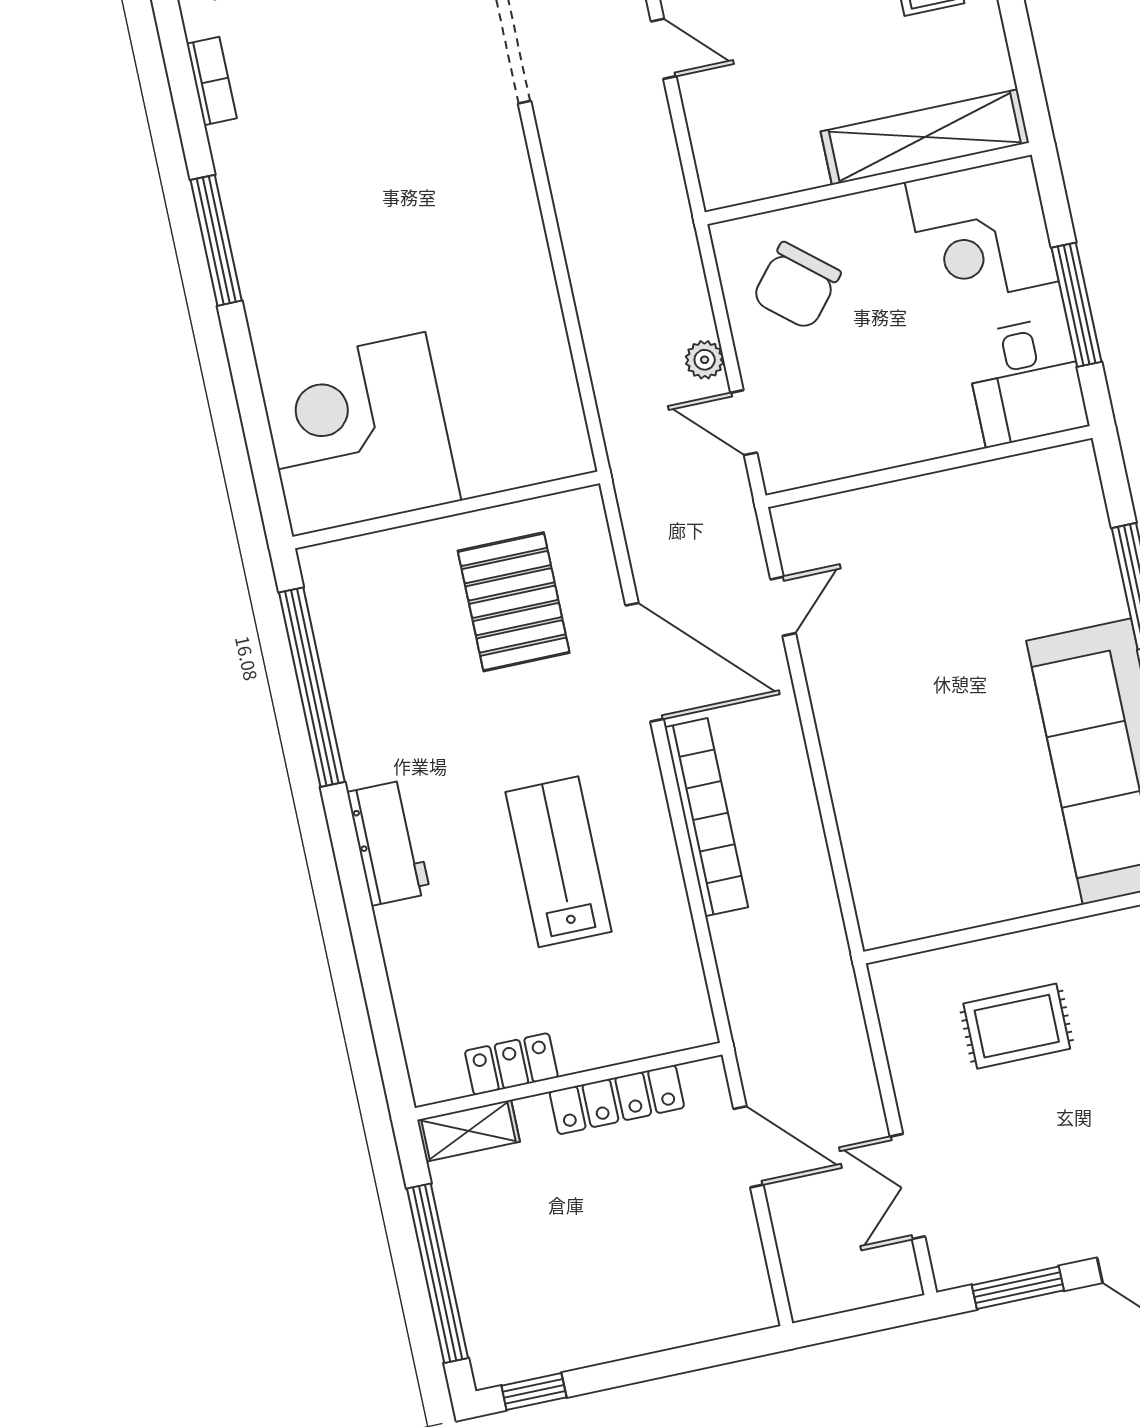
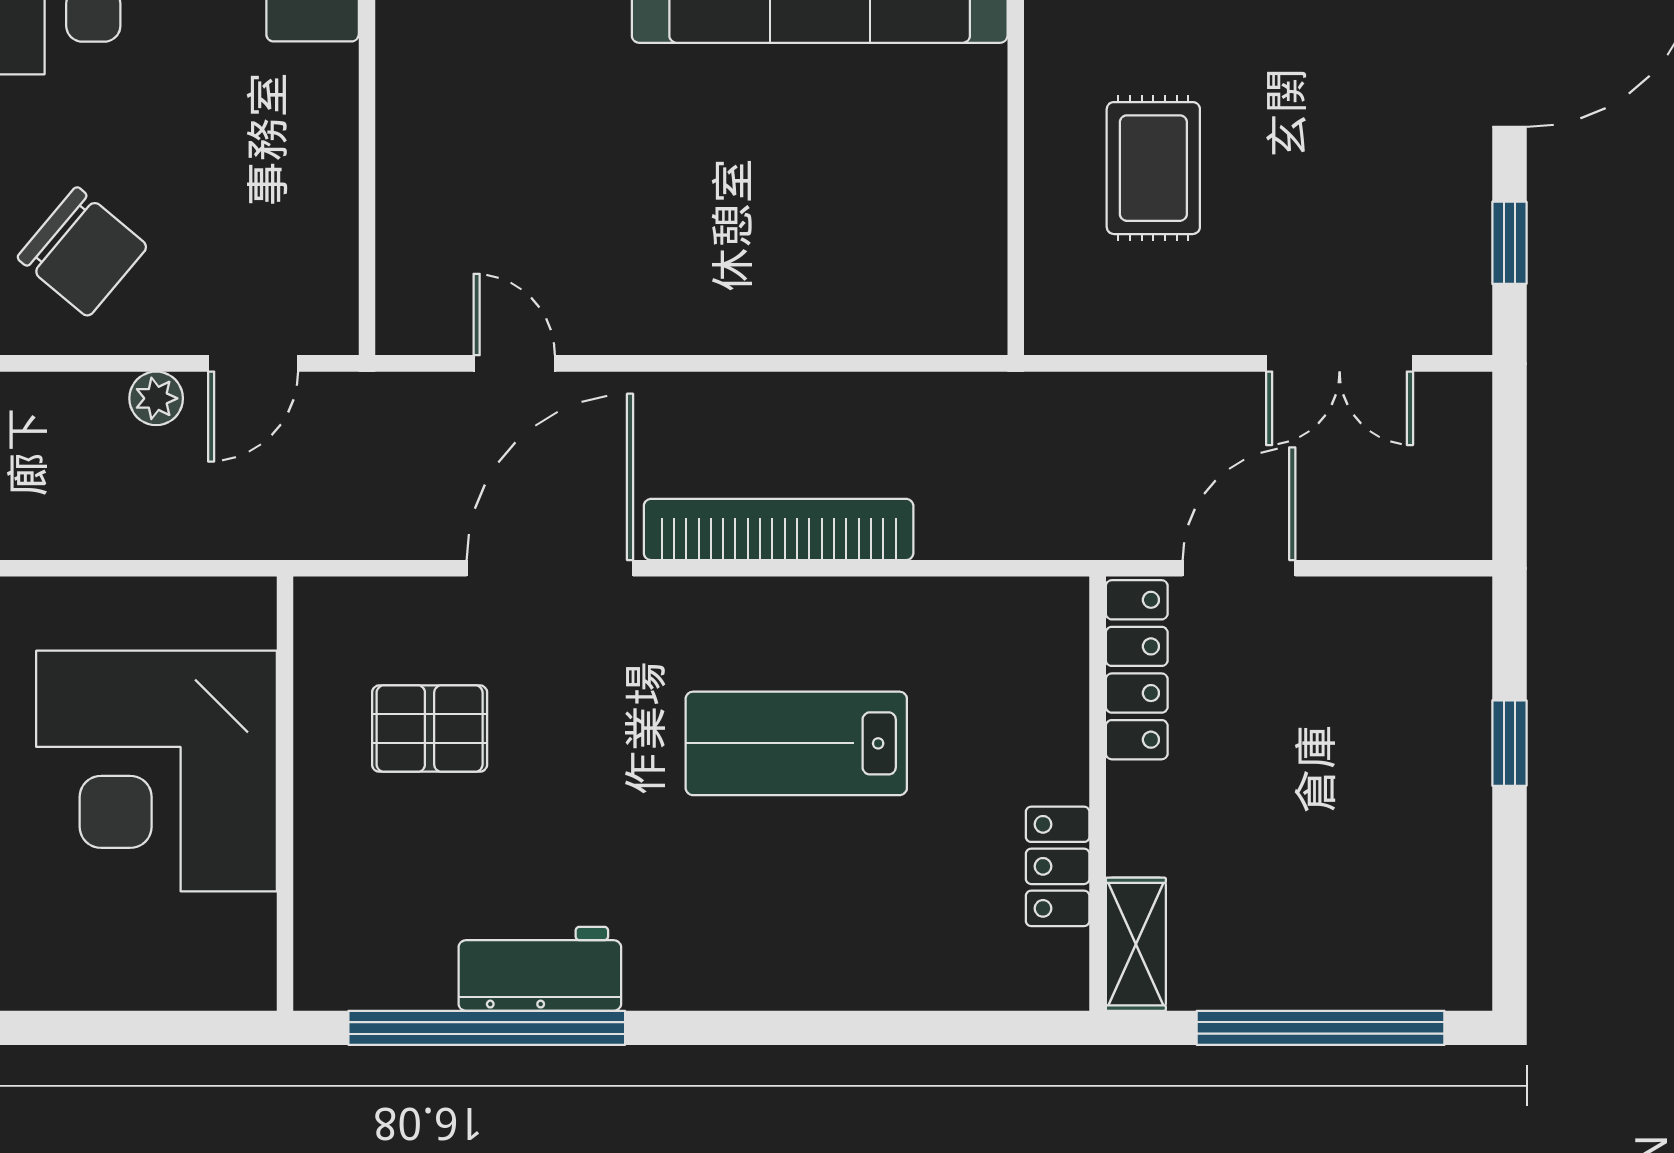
corner desk: (359, 434) -> (157, 771), moved
pallet: (514, 602) -> (430, 729), width x0.67, depth x0.71
workbench: (389, 843) -> (540, 969), moved
locker: (617, 1100) -> (1137, 670), moved
window: (1018, 1288) -> (1509, 243), width x0.67
window: (534, 1391) -> (1509, 743), moved

